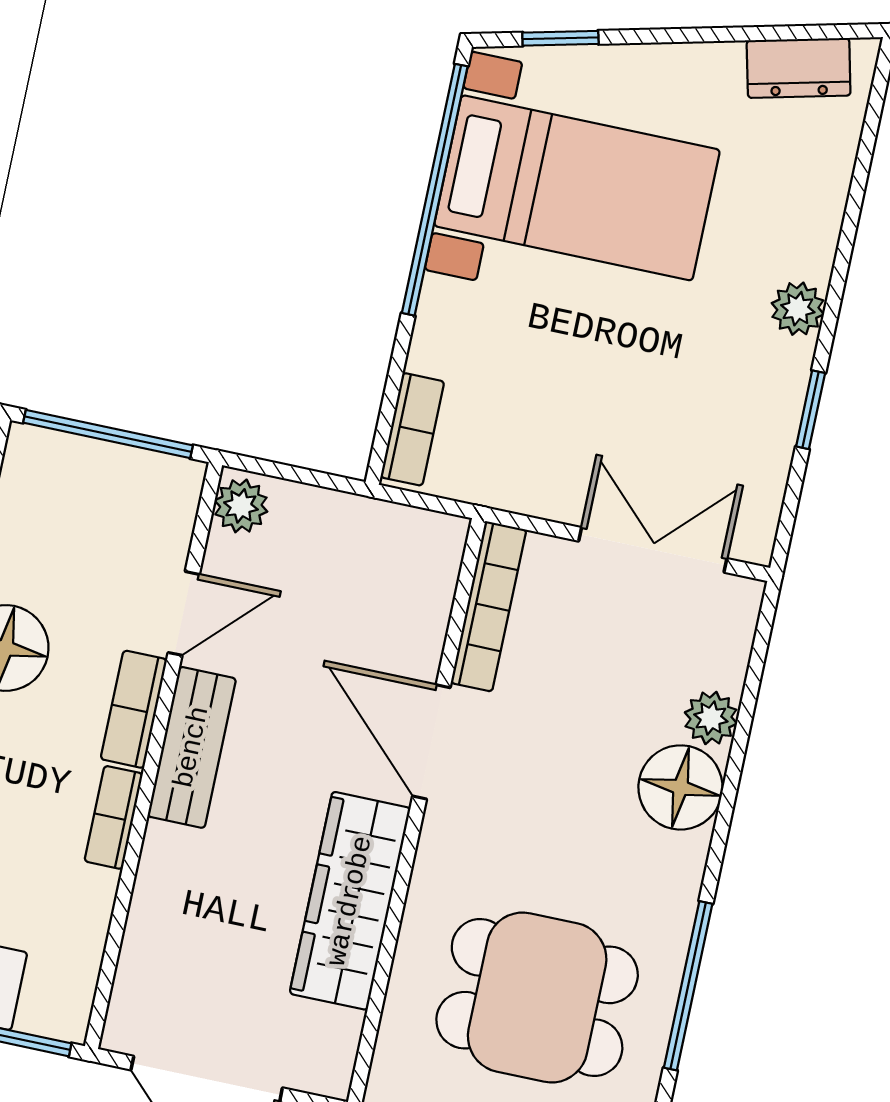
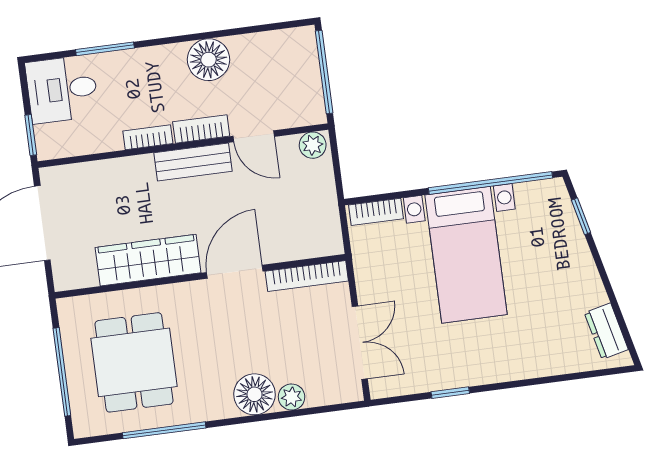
bed with nightstands: (577, 188) -> (466, 255), moved
plant: (798, 309) -> (495, 370), removed

